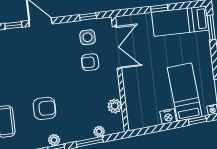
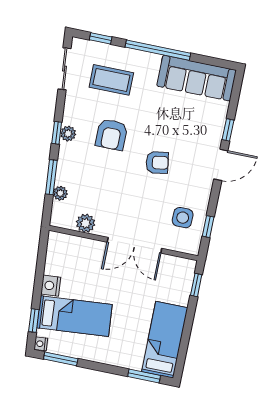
window: (159, 8) -> (196, 285), moved
double door: (117, 47) -> (134, 245), moved
armchair: (90, 62) -> (157, 163), moved, turned 81

